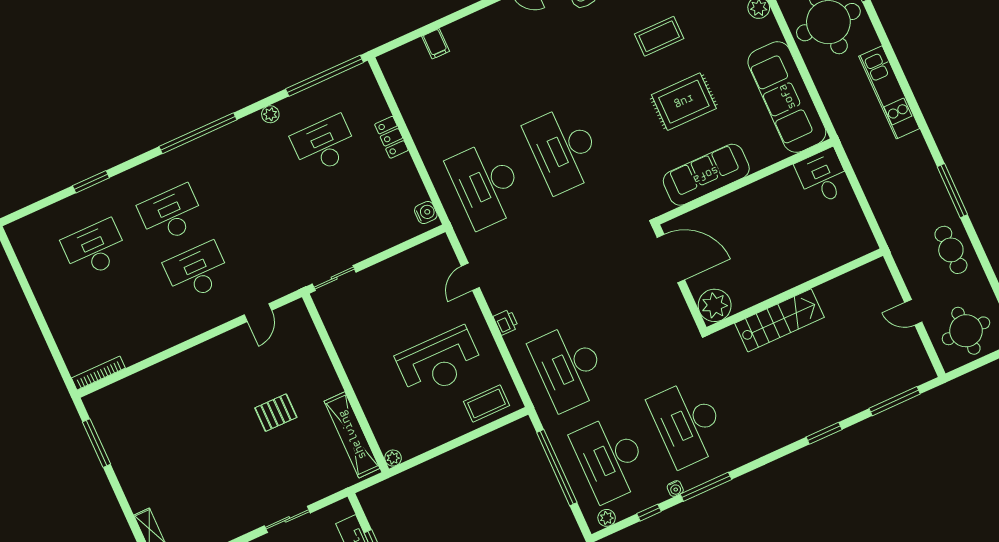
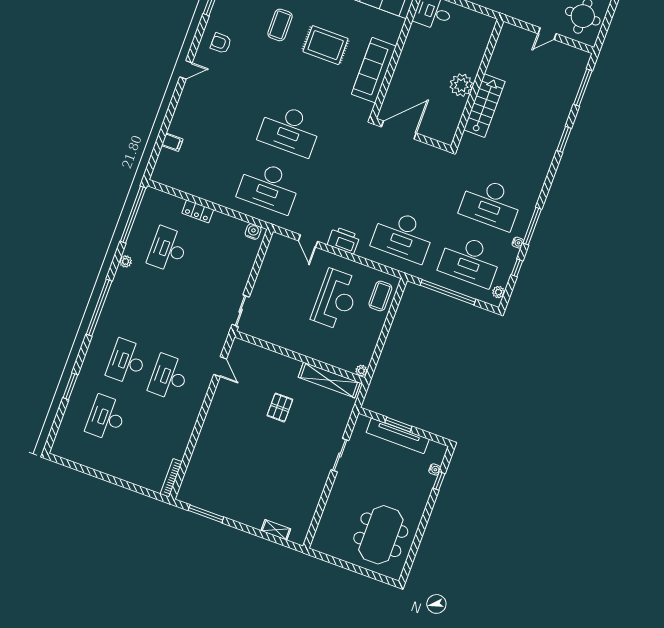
rug: (684, 102) -> (326, 45), turned 90
plant: (715, 305) -> (461, 85), moved
printer: (506, 322) -> (344, 240), width x1.87, depth x1.48

